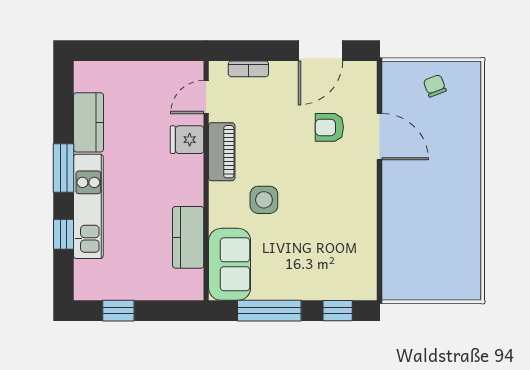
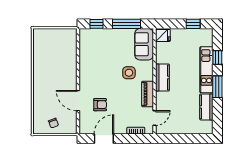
fridge: (187, 140) -> (163, 35), moved
kitchen counter: (188, 237) -> (162, 77), moved

